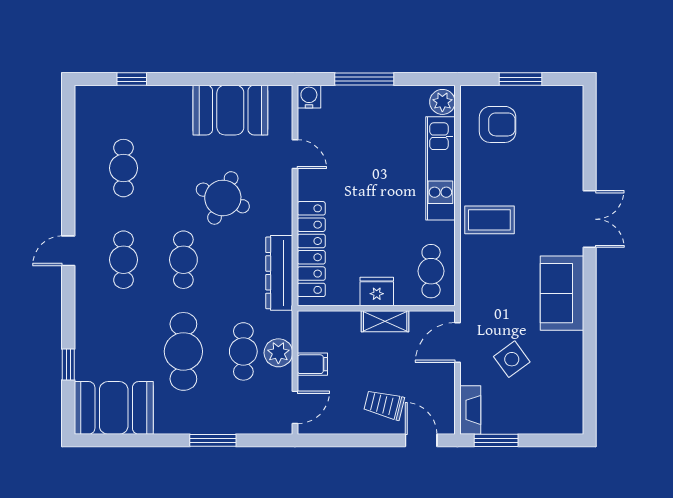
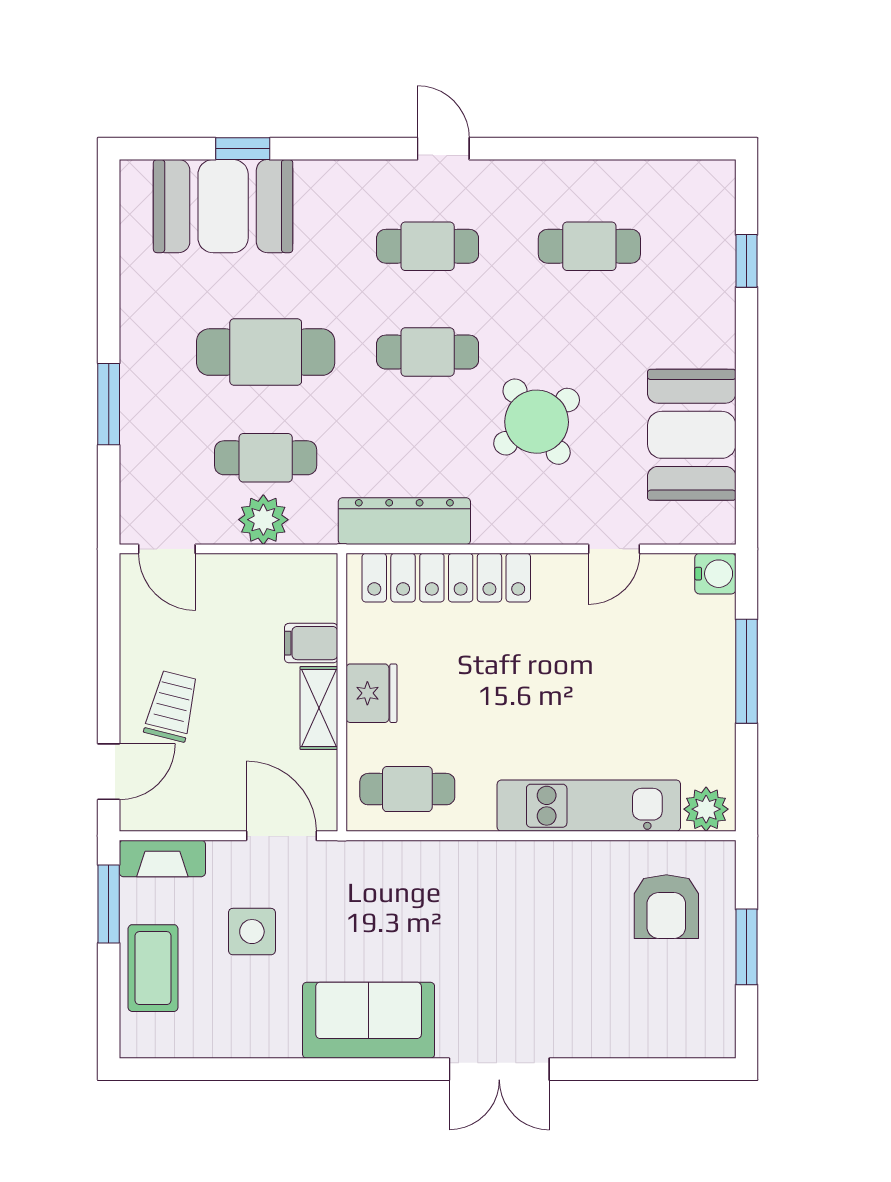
round table: (223, 198) -> (537, 422), turned 32
coffee table: (489, 220) -> (153, 968), moved
side table: (512, 359) -> (252, 932), turned 36
filing cabinet: (312, 364) -> (311, 643), moved, turned 90
booth: (114, 408) -> (223, 206), moved, turned 90

